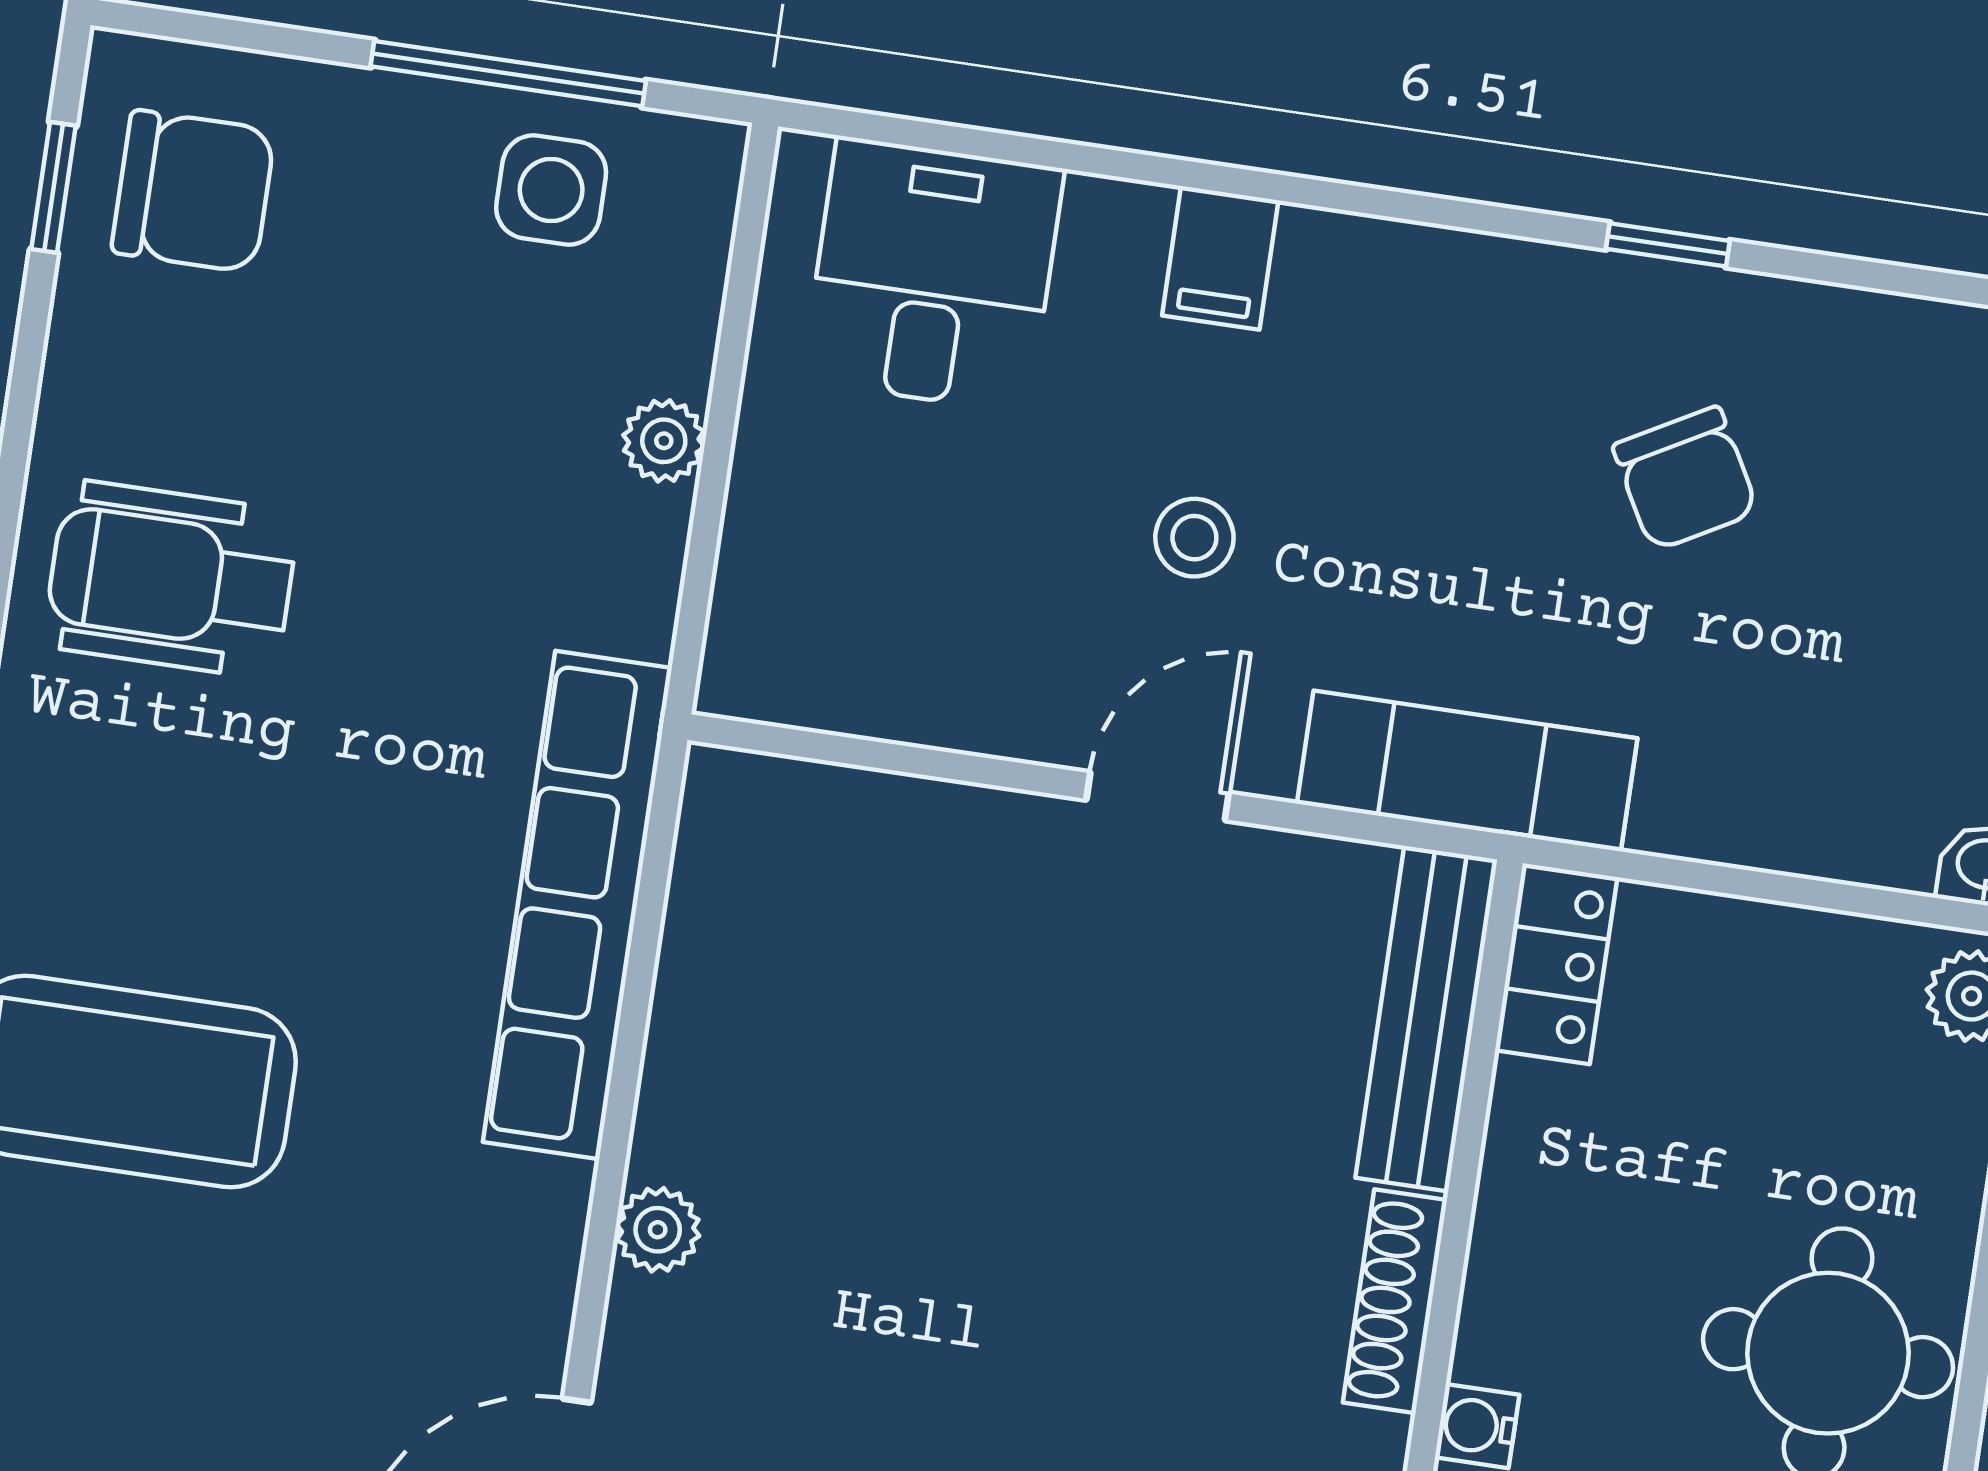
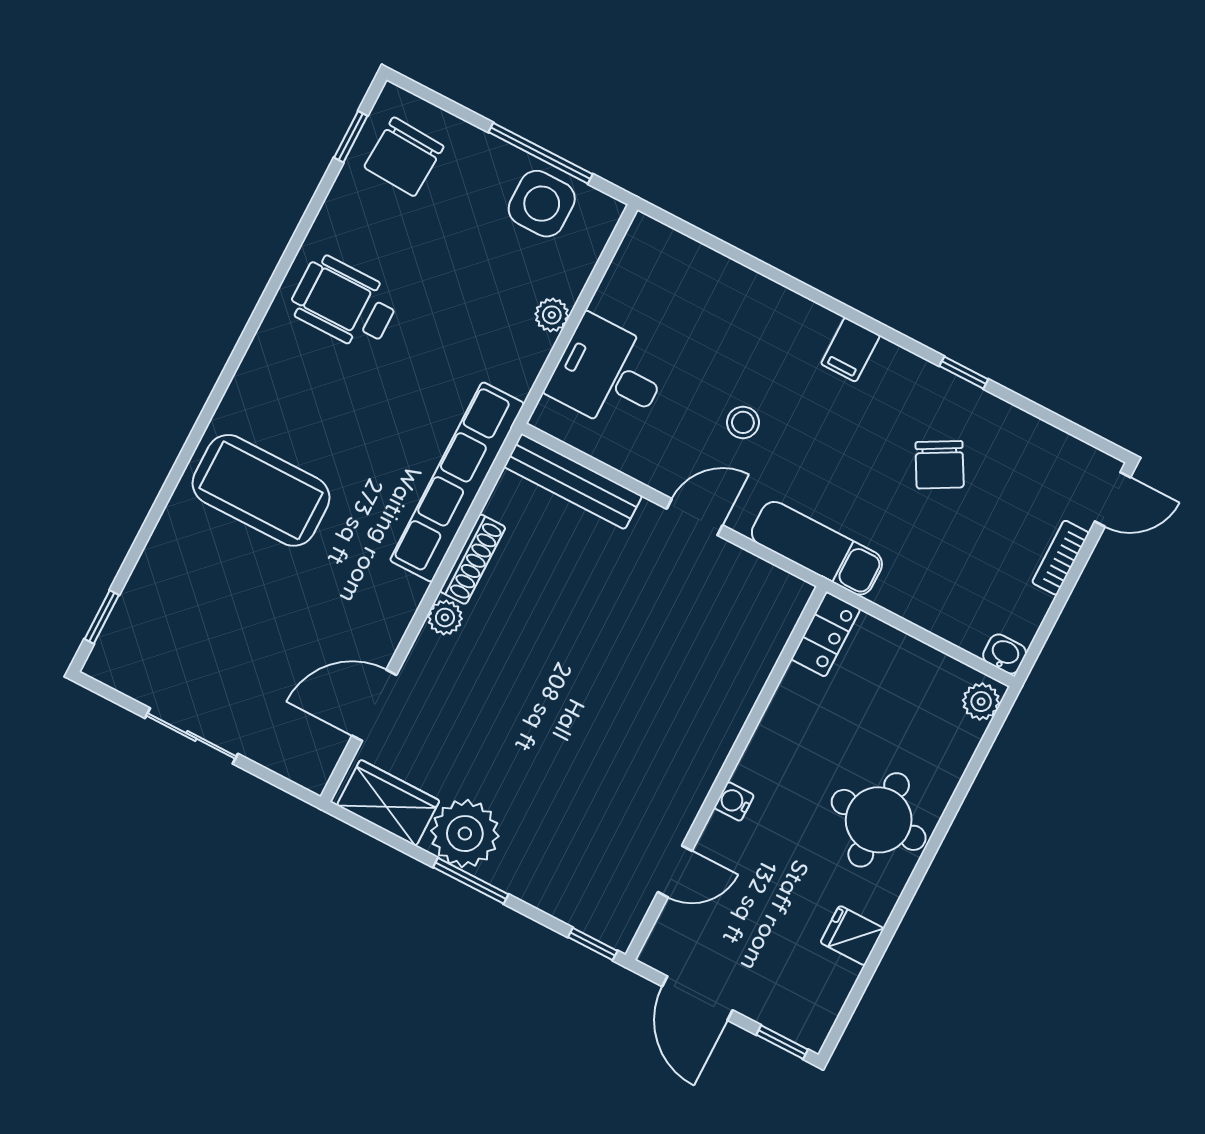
side table: (551, 190) -> (542, 204), width x1.37, depth x1.37
chair: (193, 191) -> (404, 157), turned 93
filing cabinet: (1220, 258) -> (850, 350), moved
desk: (933, 275) -> (609, 374), moved, turned -90
bench: (1426, 1019) -> (573, 481), moved, turned 90
shoe rack: (1395, 1301) -> (473, 559), moved, turned 180

